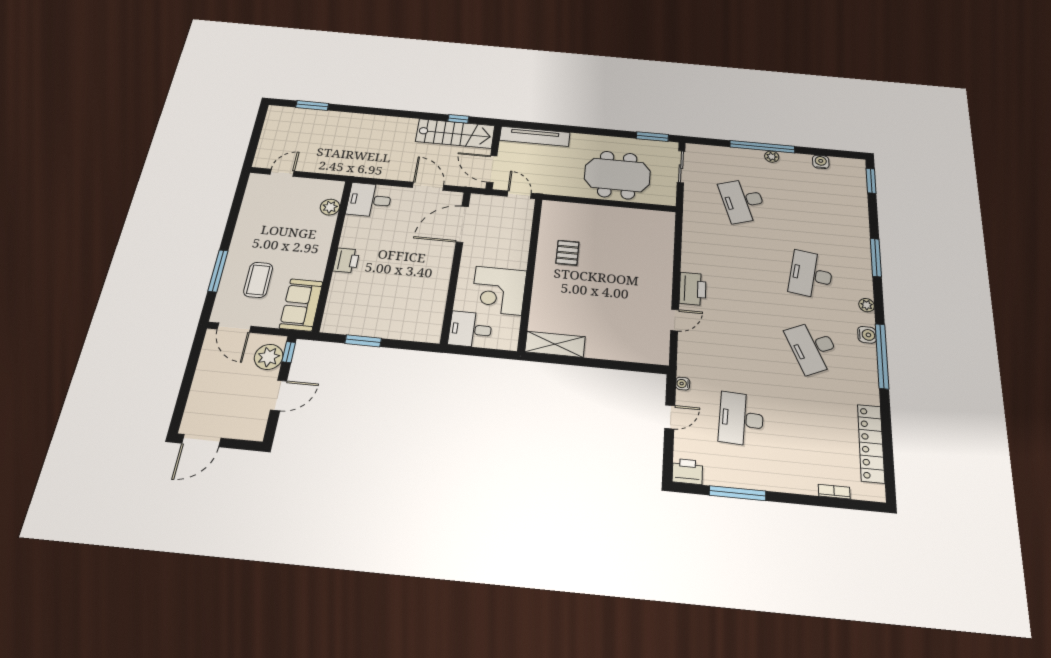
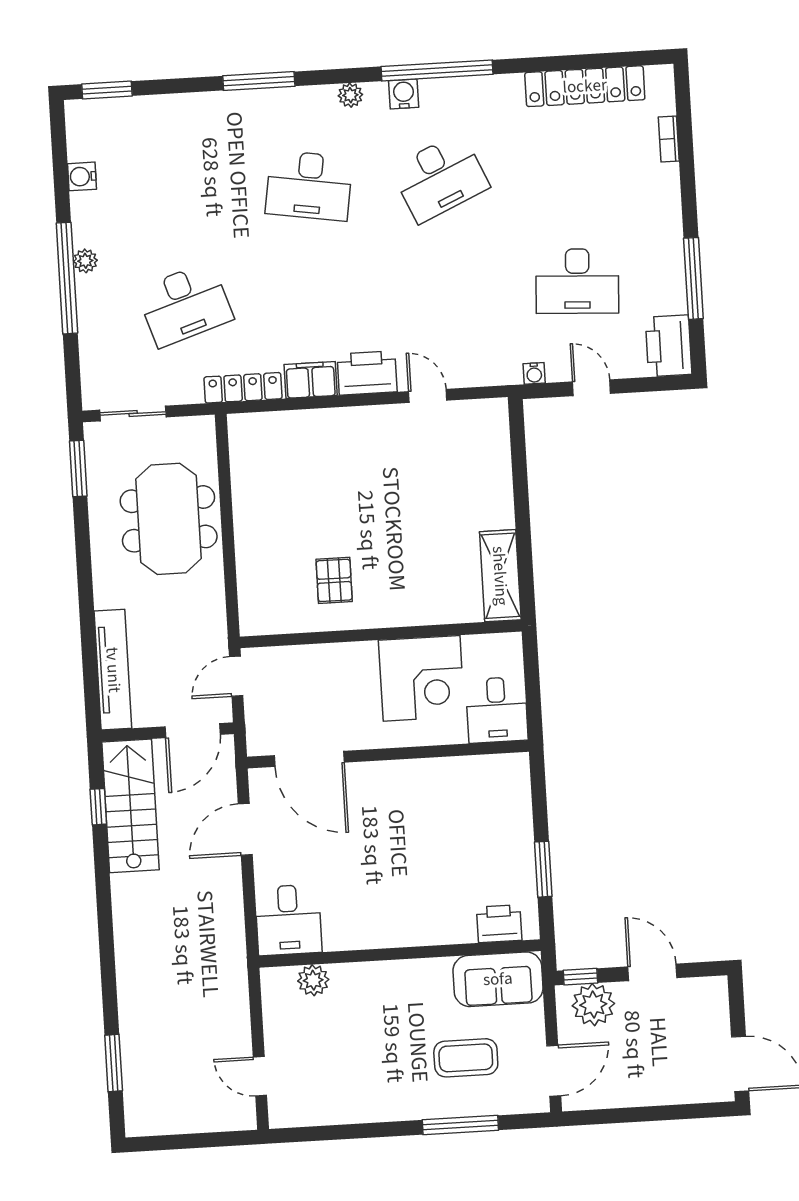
locker: (690, 223) -> (243, 388), added
pallet: (567, 253) -> (334, 580), turned 90
filing cabinet: (691, 258) -> (311, 380), added
printer: (346, 260) -> (499, 924), moved
printer: (687, 471) -> (669, 346), width x1.37, depth x1.19

